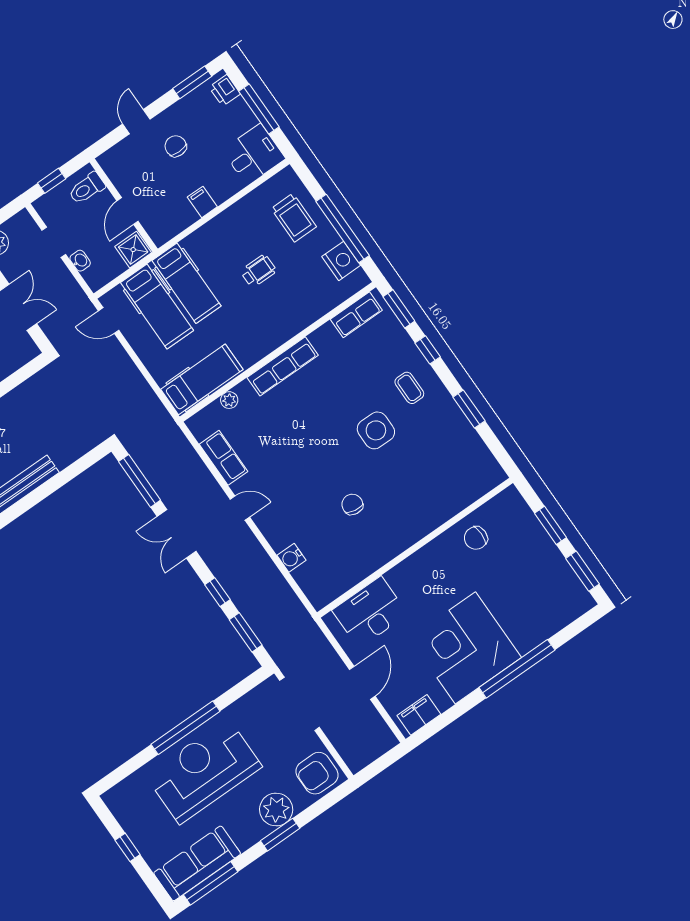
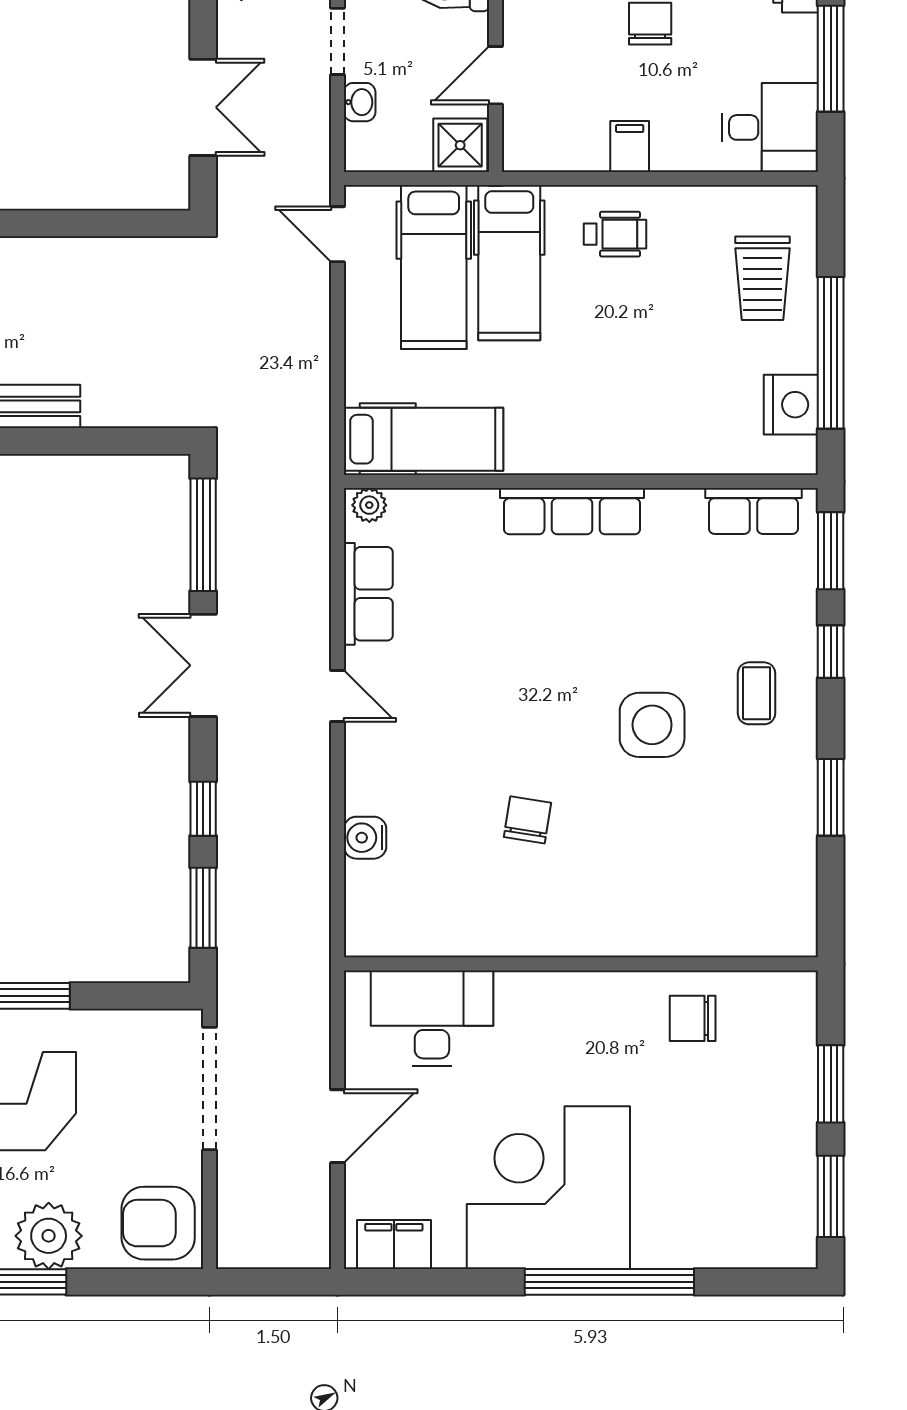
wheelchair: (258, 271) -> (615, 234), moved
plant: (229, 400) -> (369, 505), moved

